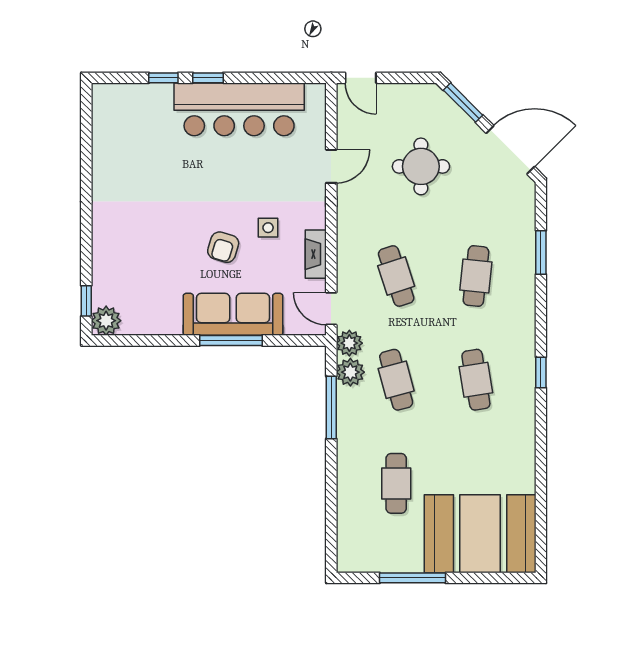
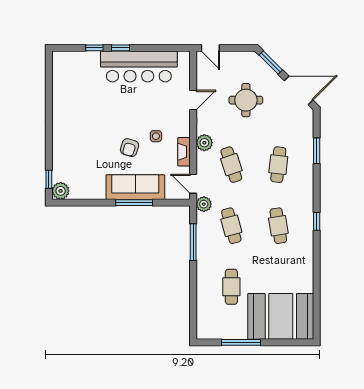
plant: (350, 372) -> (204, 143), moved

